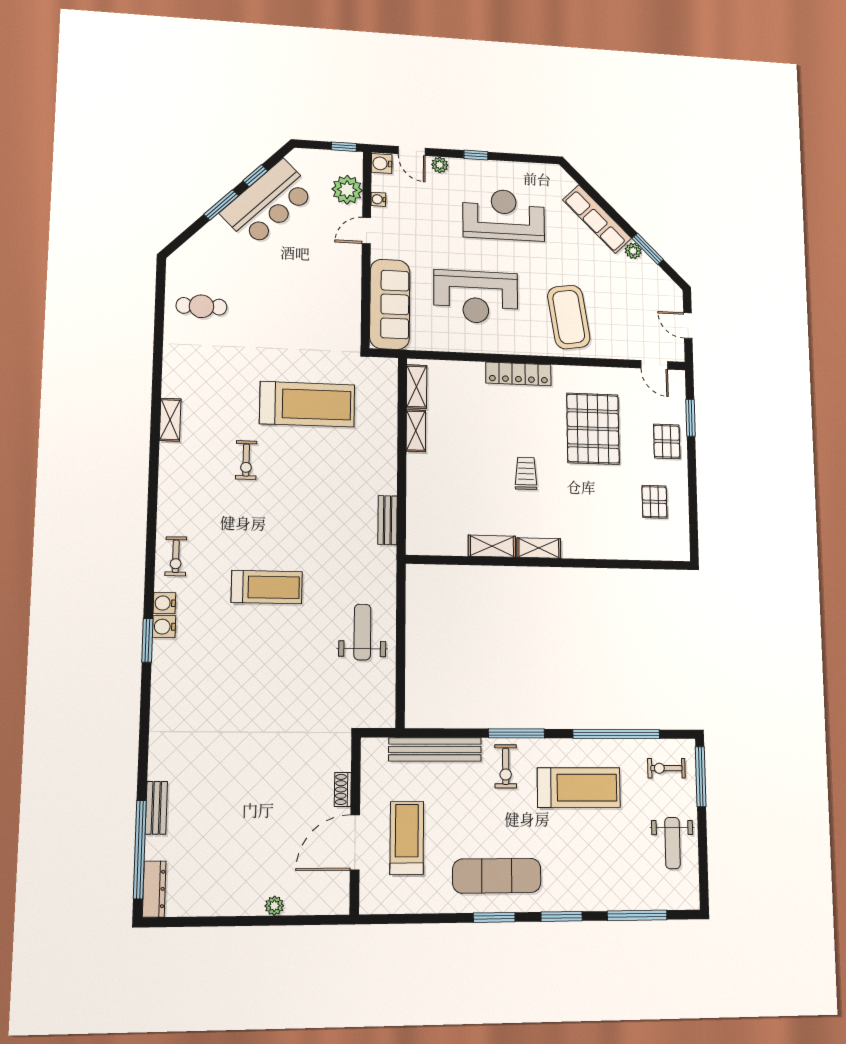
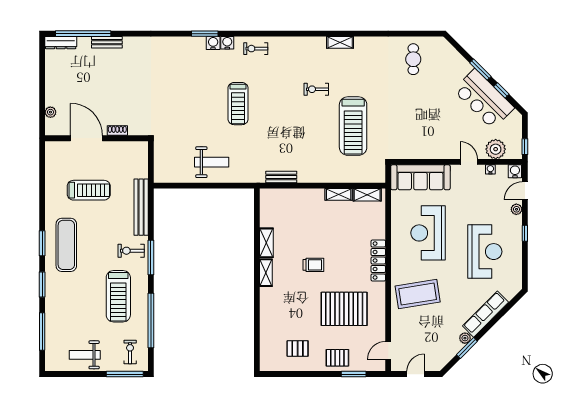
shoe rack: (343, 789) -> (117, 131), moved
wall: (355, 825) -> (96, 138), moved
door: (355, 842) -> (86, 138), moved

